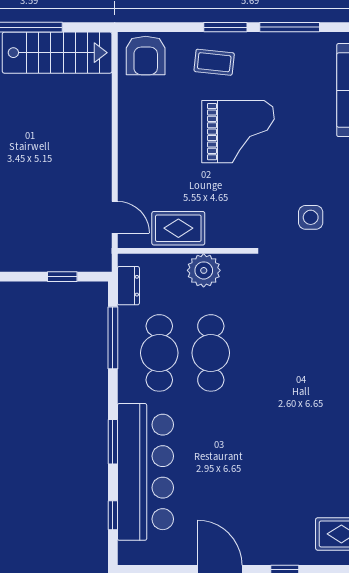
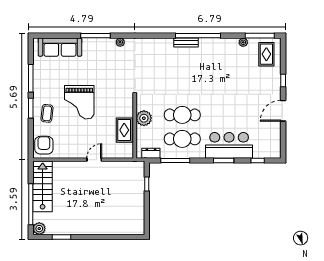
armchair: (146, 55) -> (44, 145), turned -90
grand piano: (238, 132) -> (79, 102), turned 180
door: (115, 217) -> (94, 160), moved
side table: (311, 217) -> (119, 69), removed
bar counter: (145, 472) -> (229, 145), width x0.73

